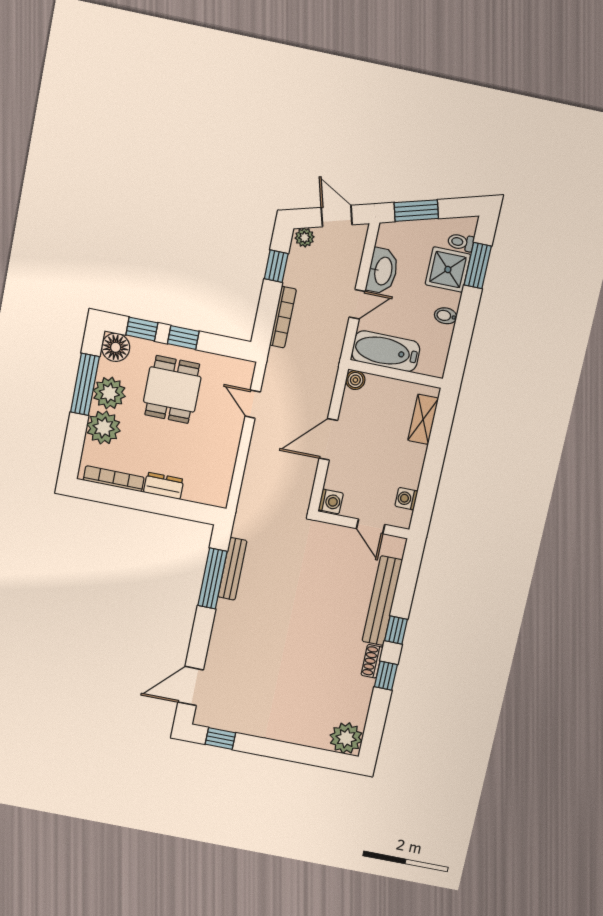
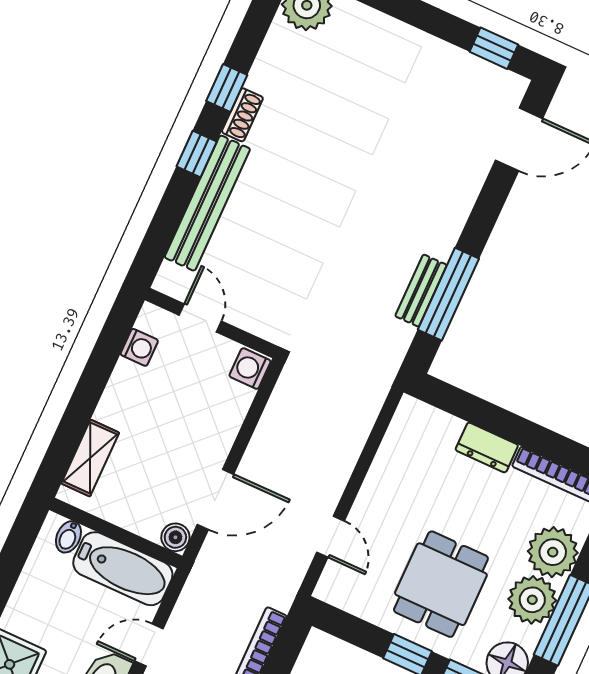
bidet: (446, 316) -> (68, 537), moved, turned 90
door: (328, 439) -> (215, 499), moved
bench: (232, 569) -> (421, 291), width x0.73

